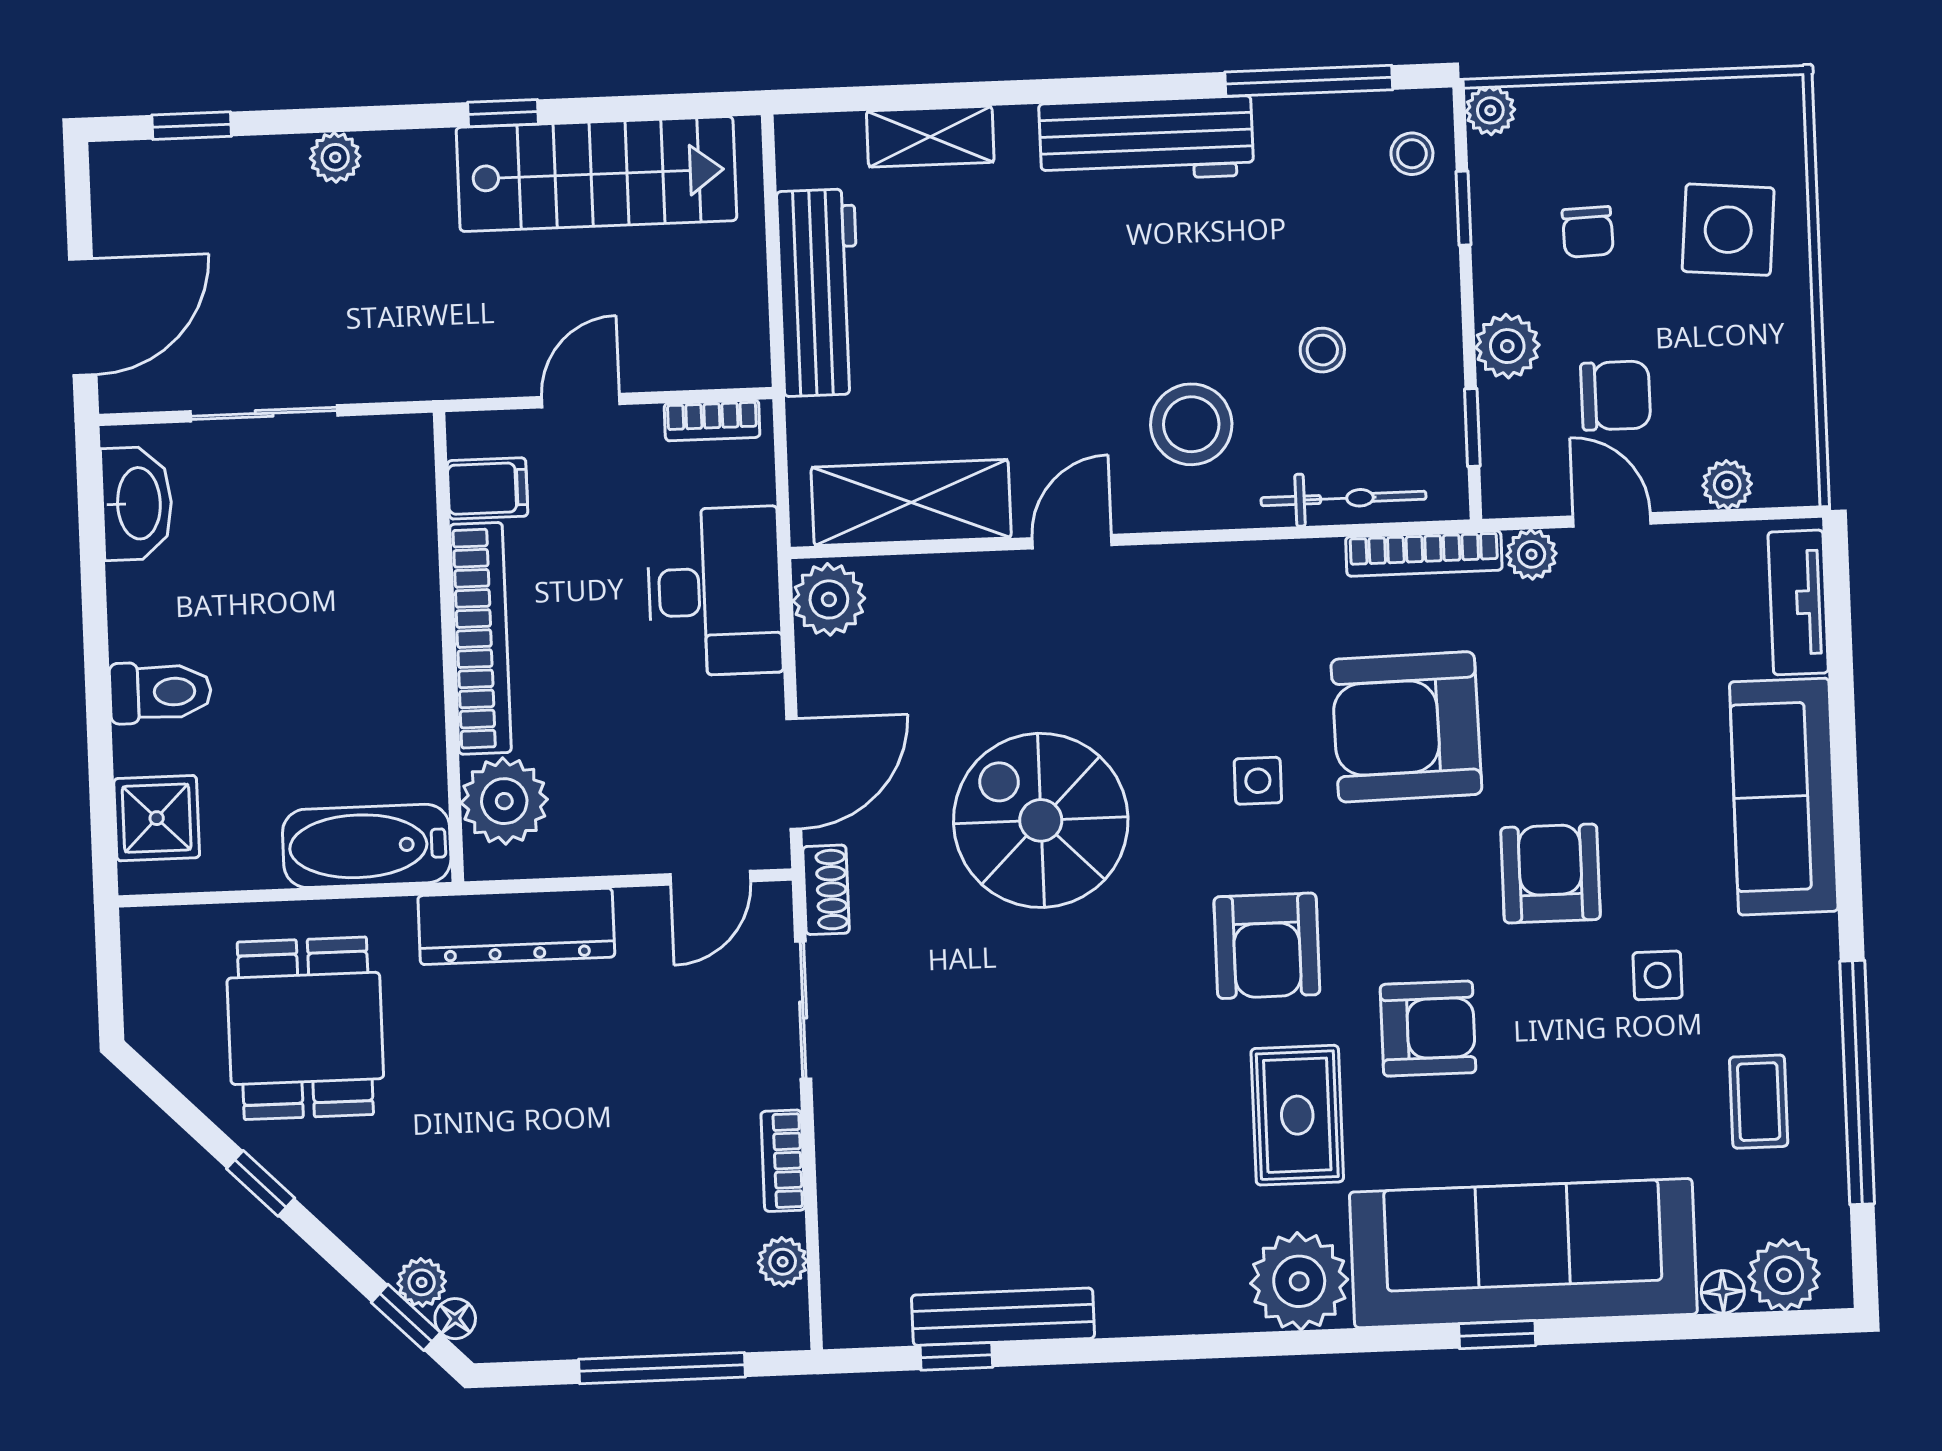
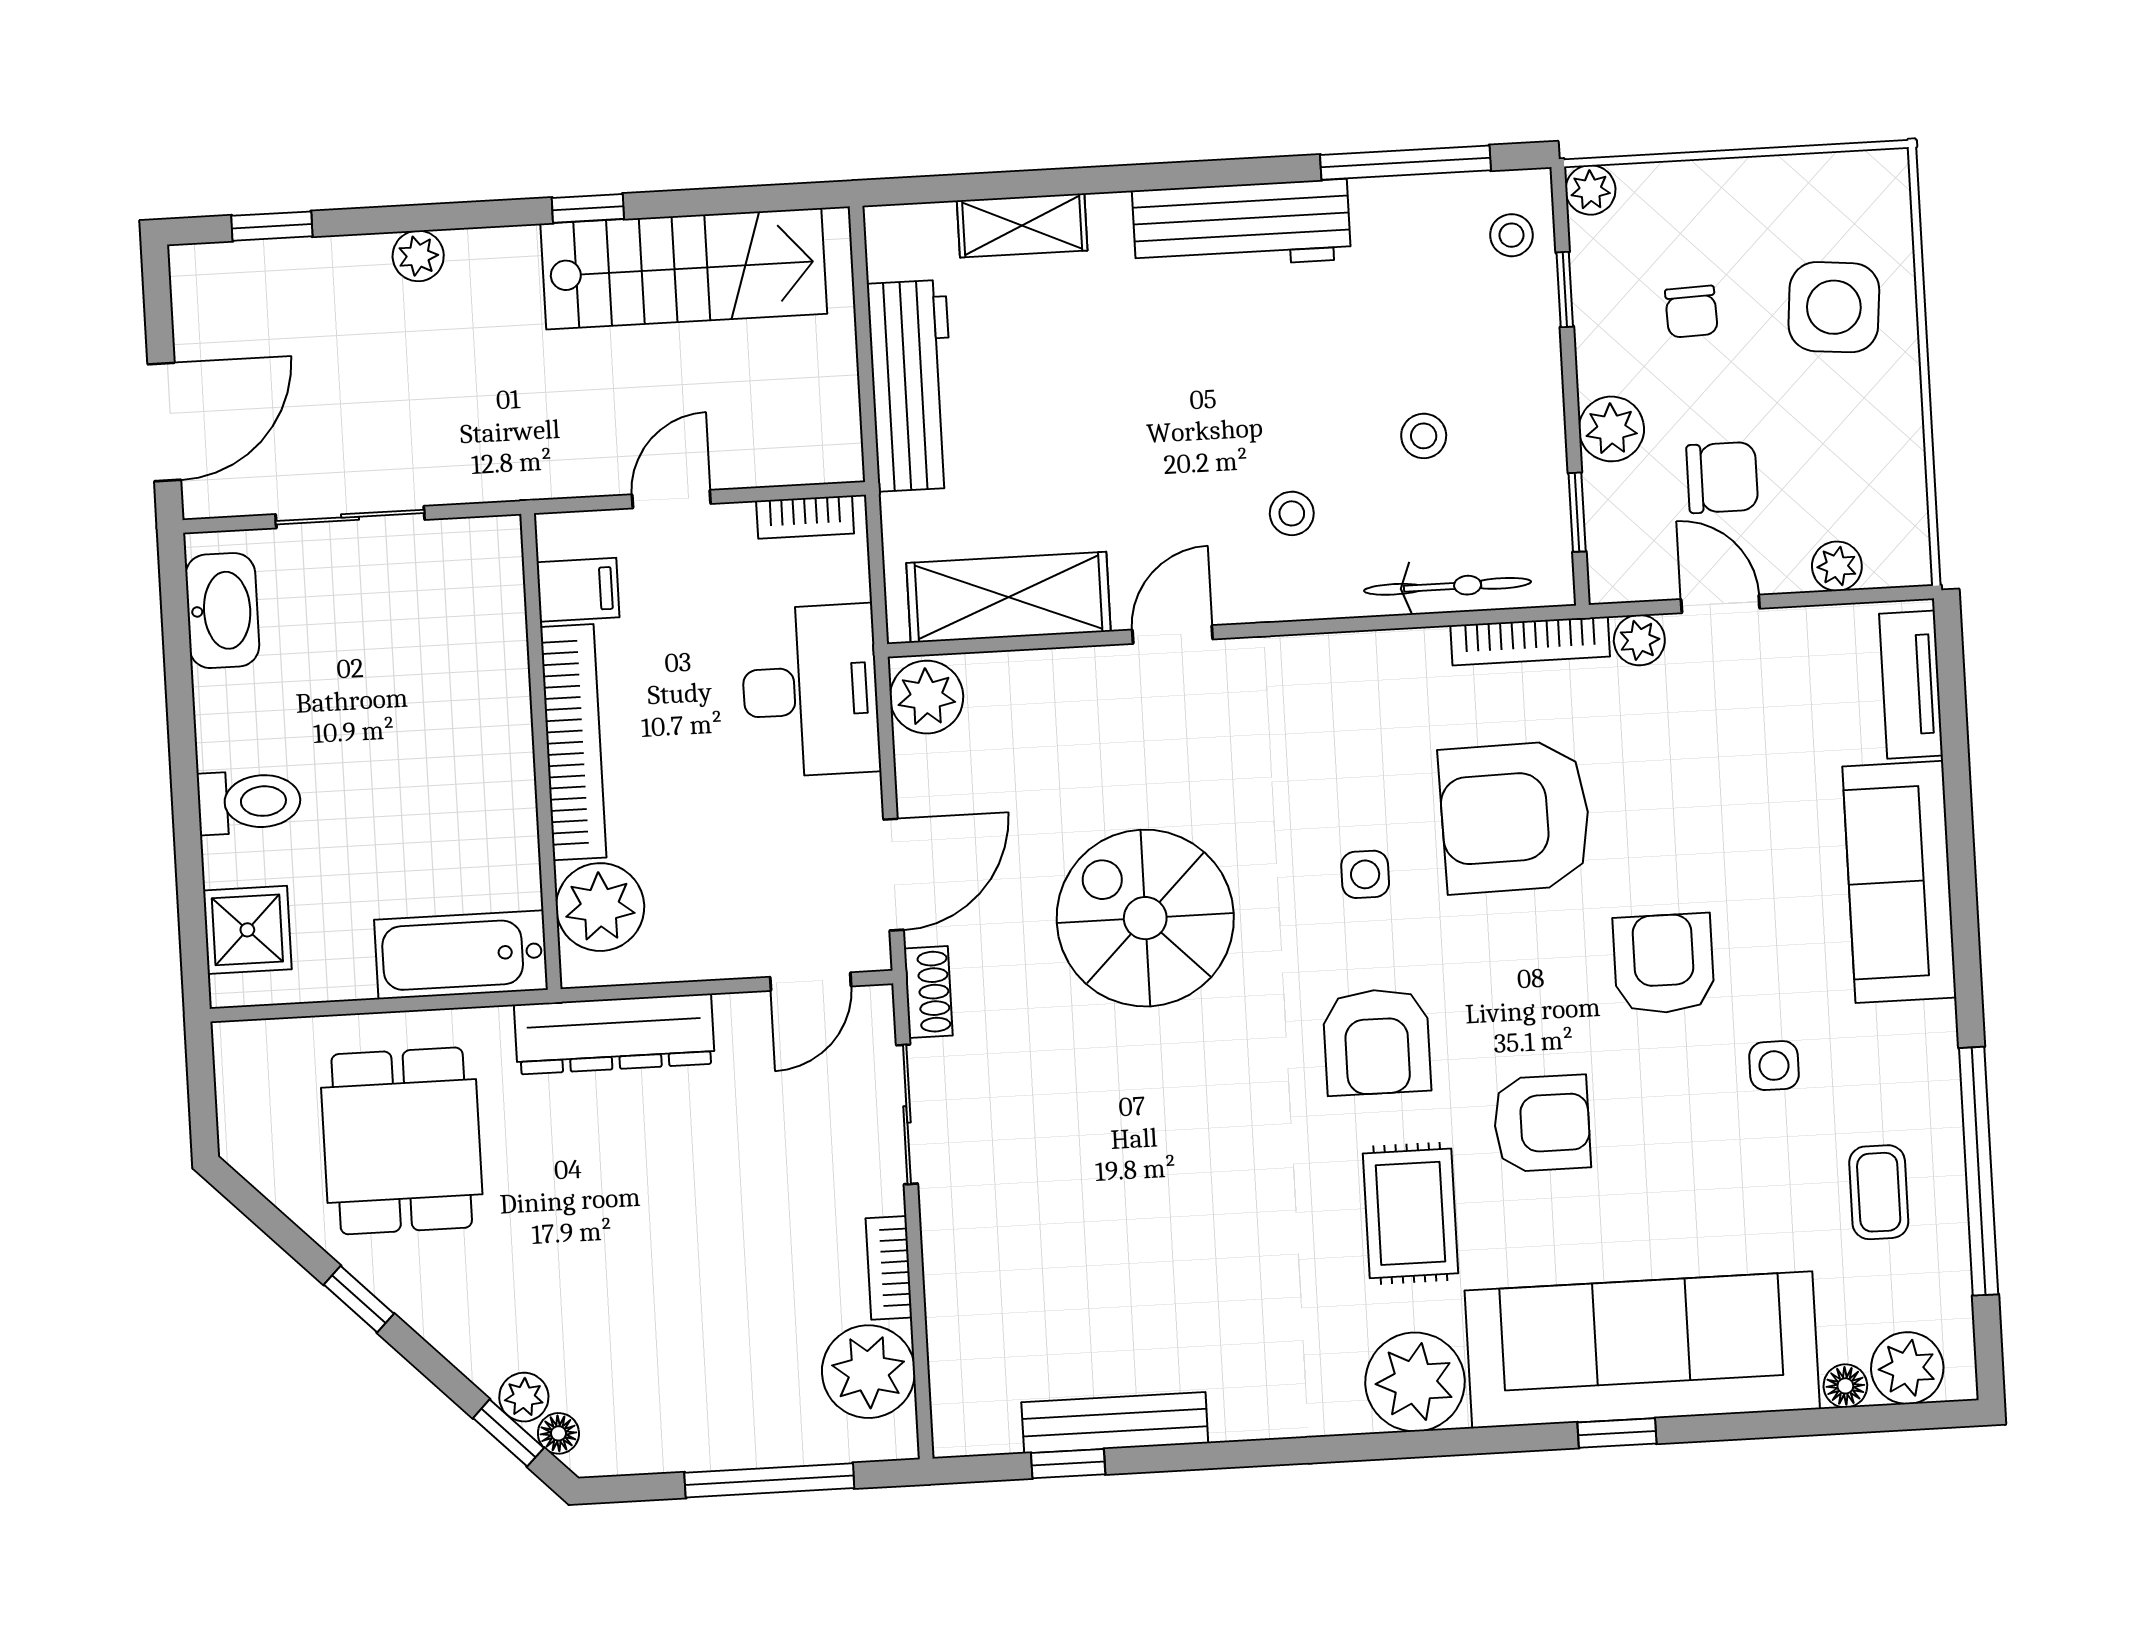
stool: (1191, 424) -> (1292, 513), width x0.53, depth x0.53
plant: (783, 1262) -> (868, 1372), width x1.87, depth x1.87

